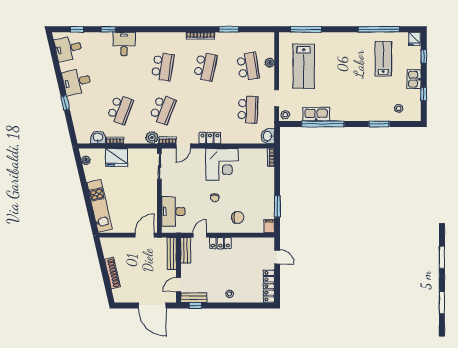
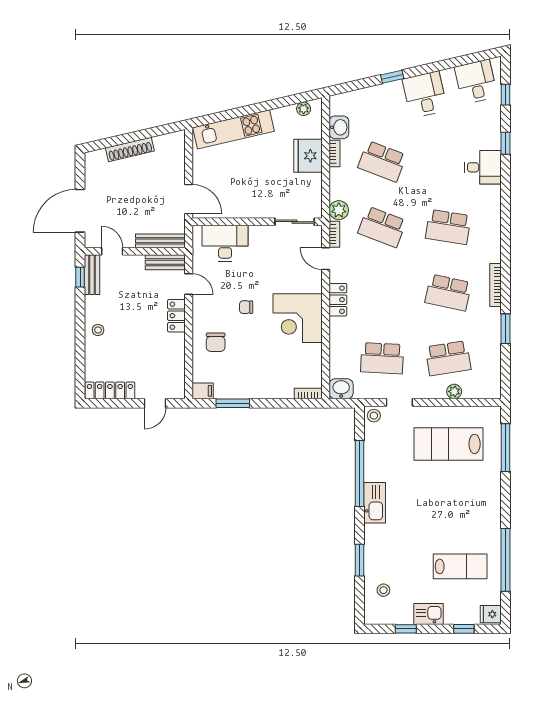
kitchen sink: (316, 114) -> (375, 503), moved

